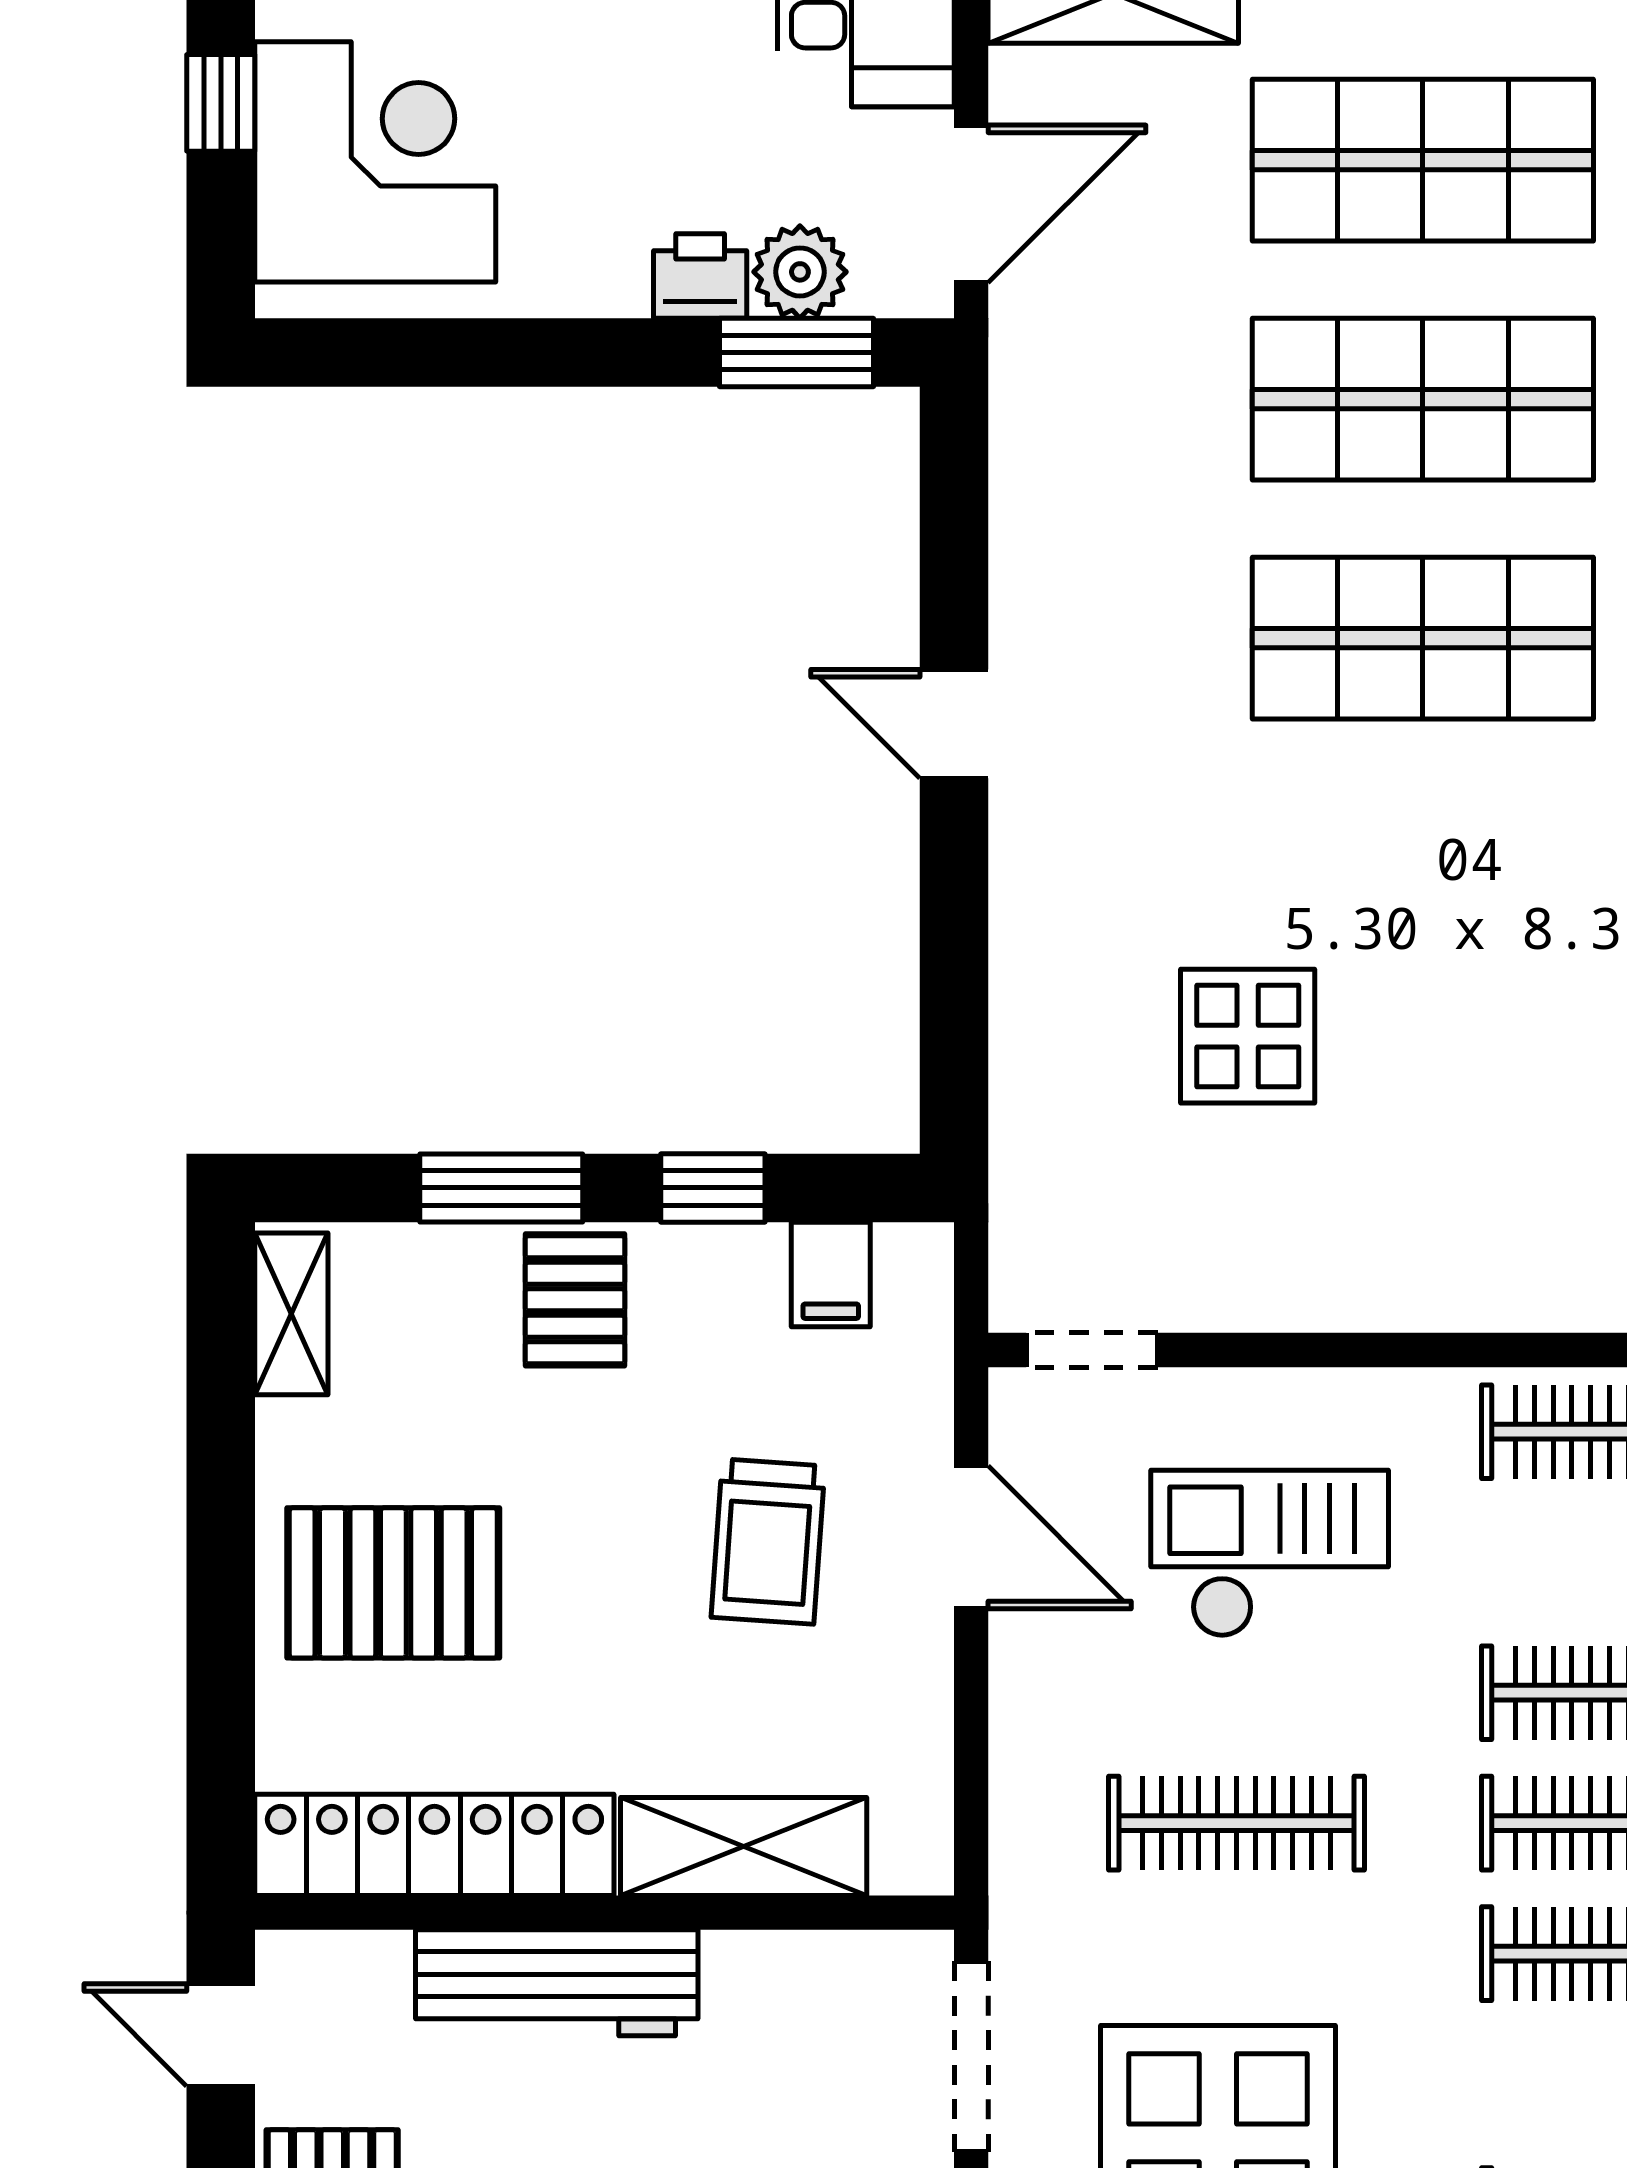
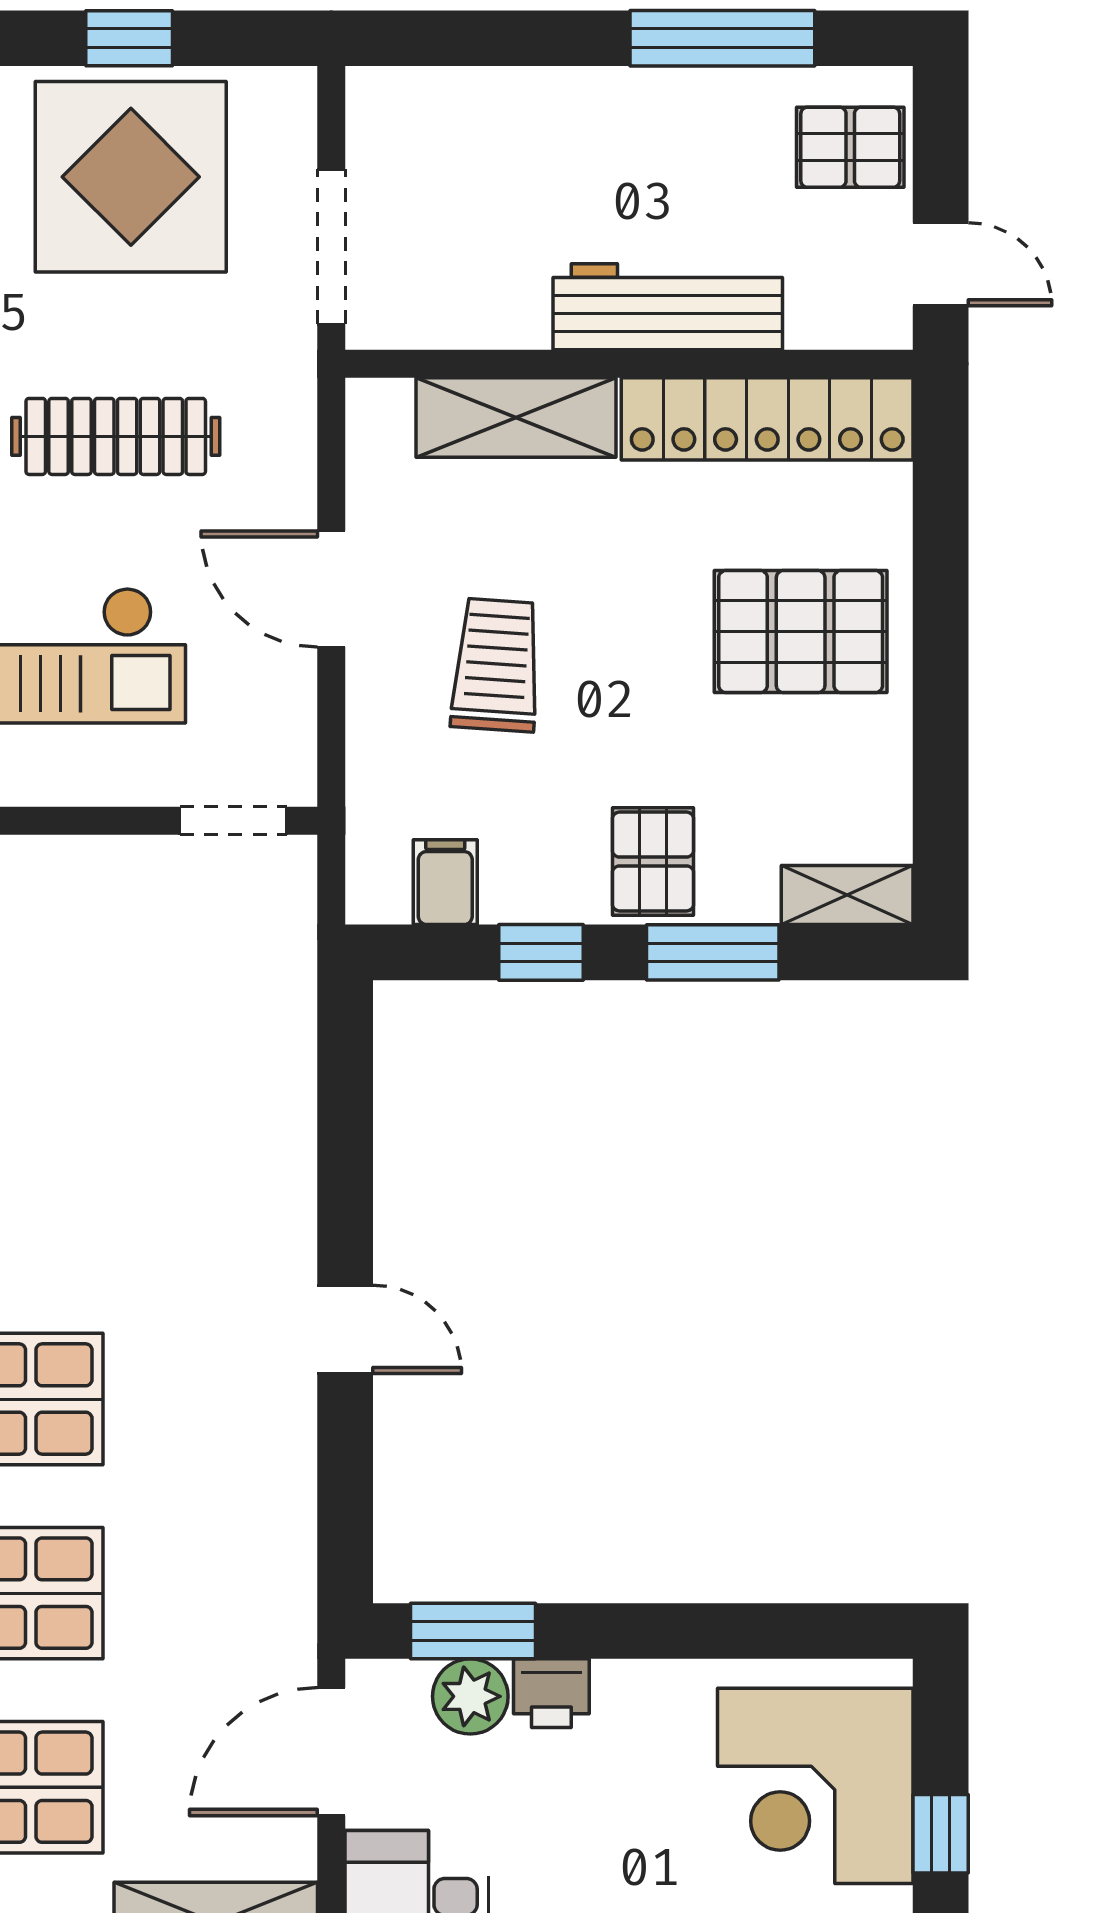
display table: (1248, 1036) -> (107, 1076), removed
shelving: (291, 1314) -> (847, 895), moved, turned 90
door: (971, 1537) -> (331, 589), moved

